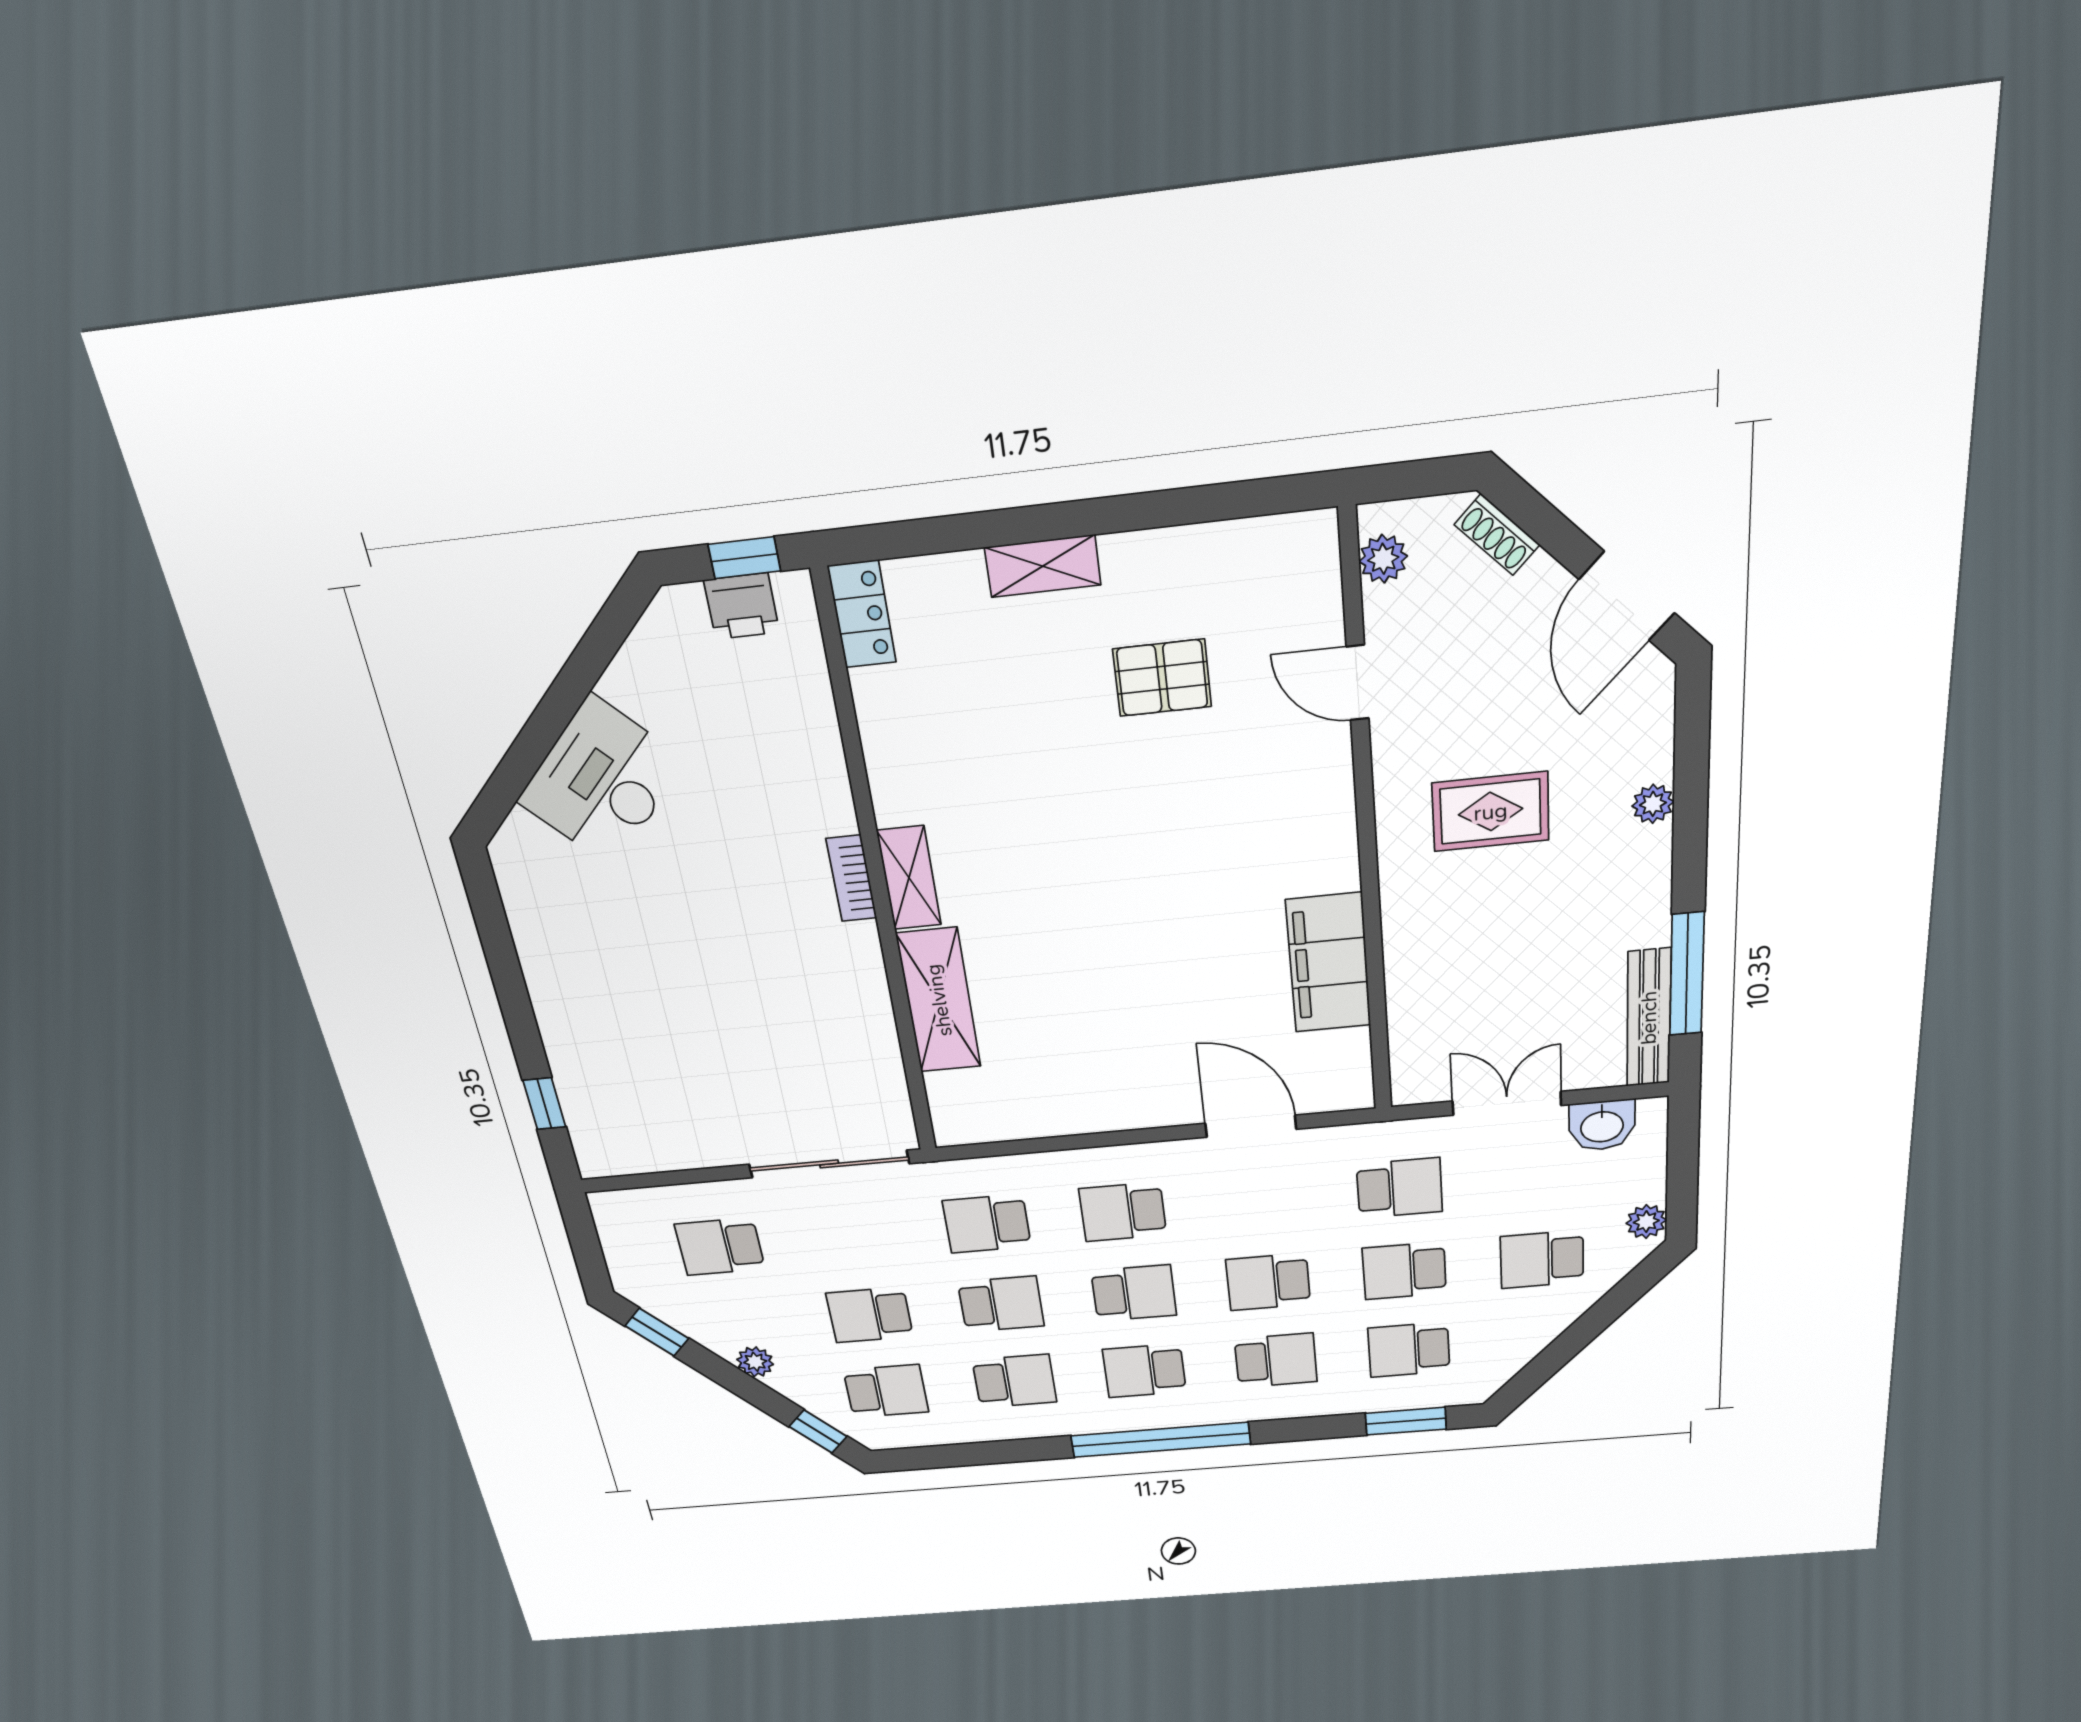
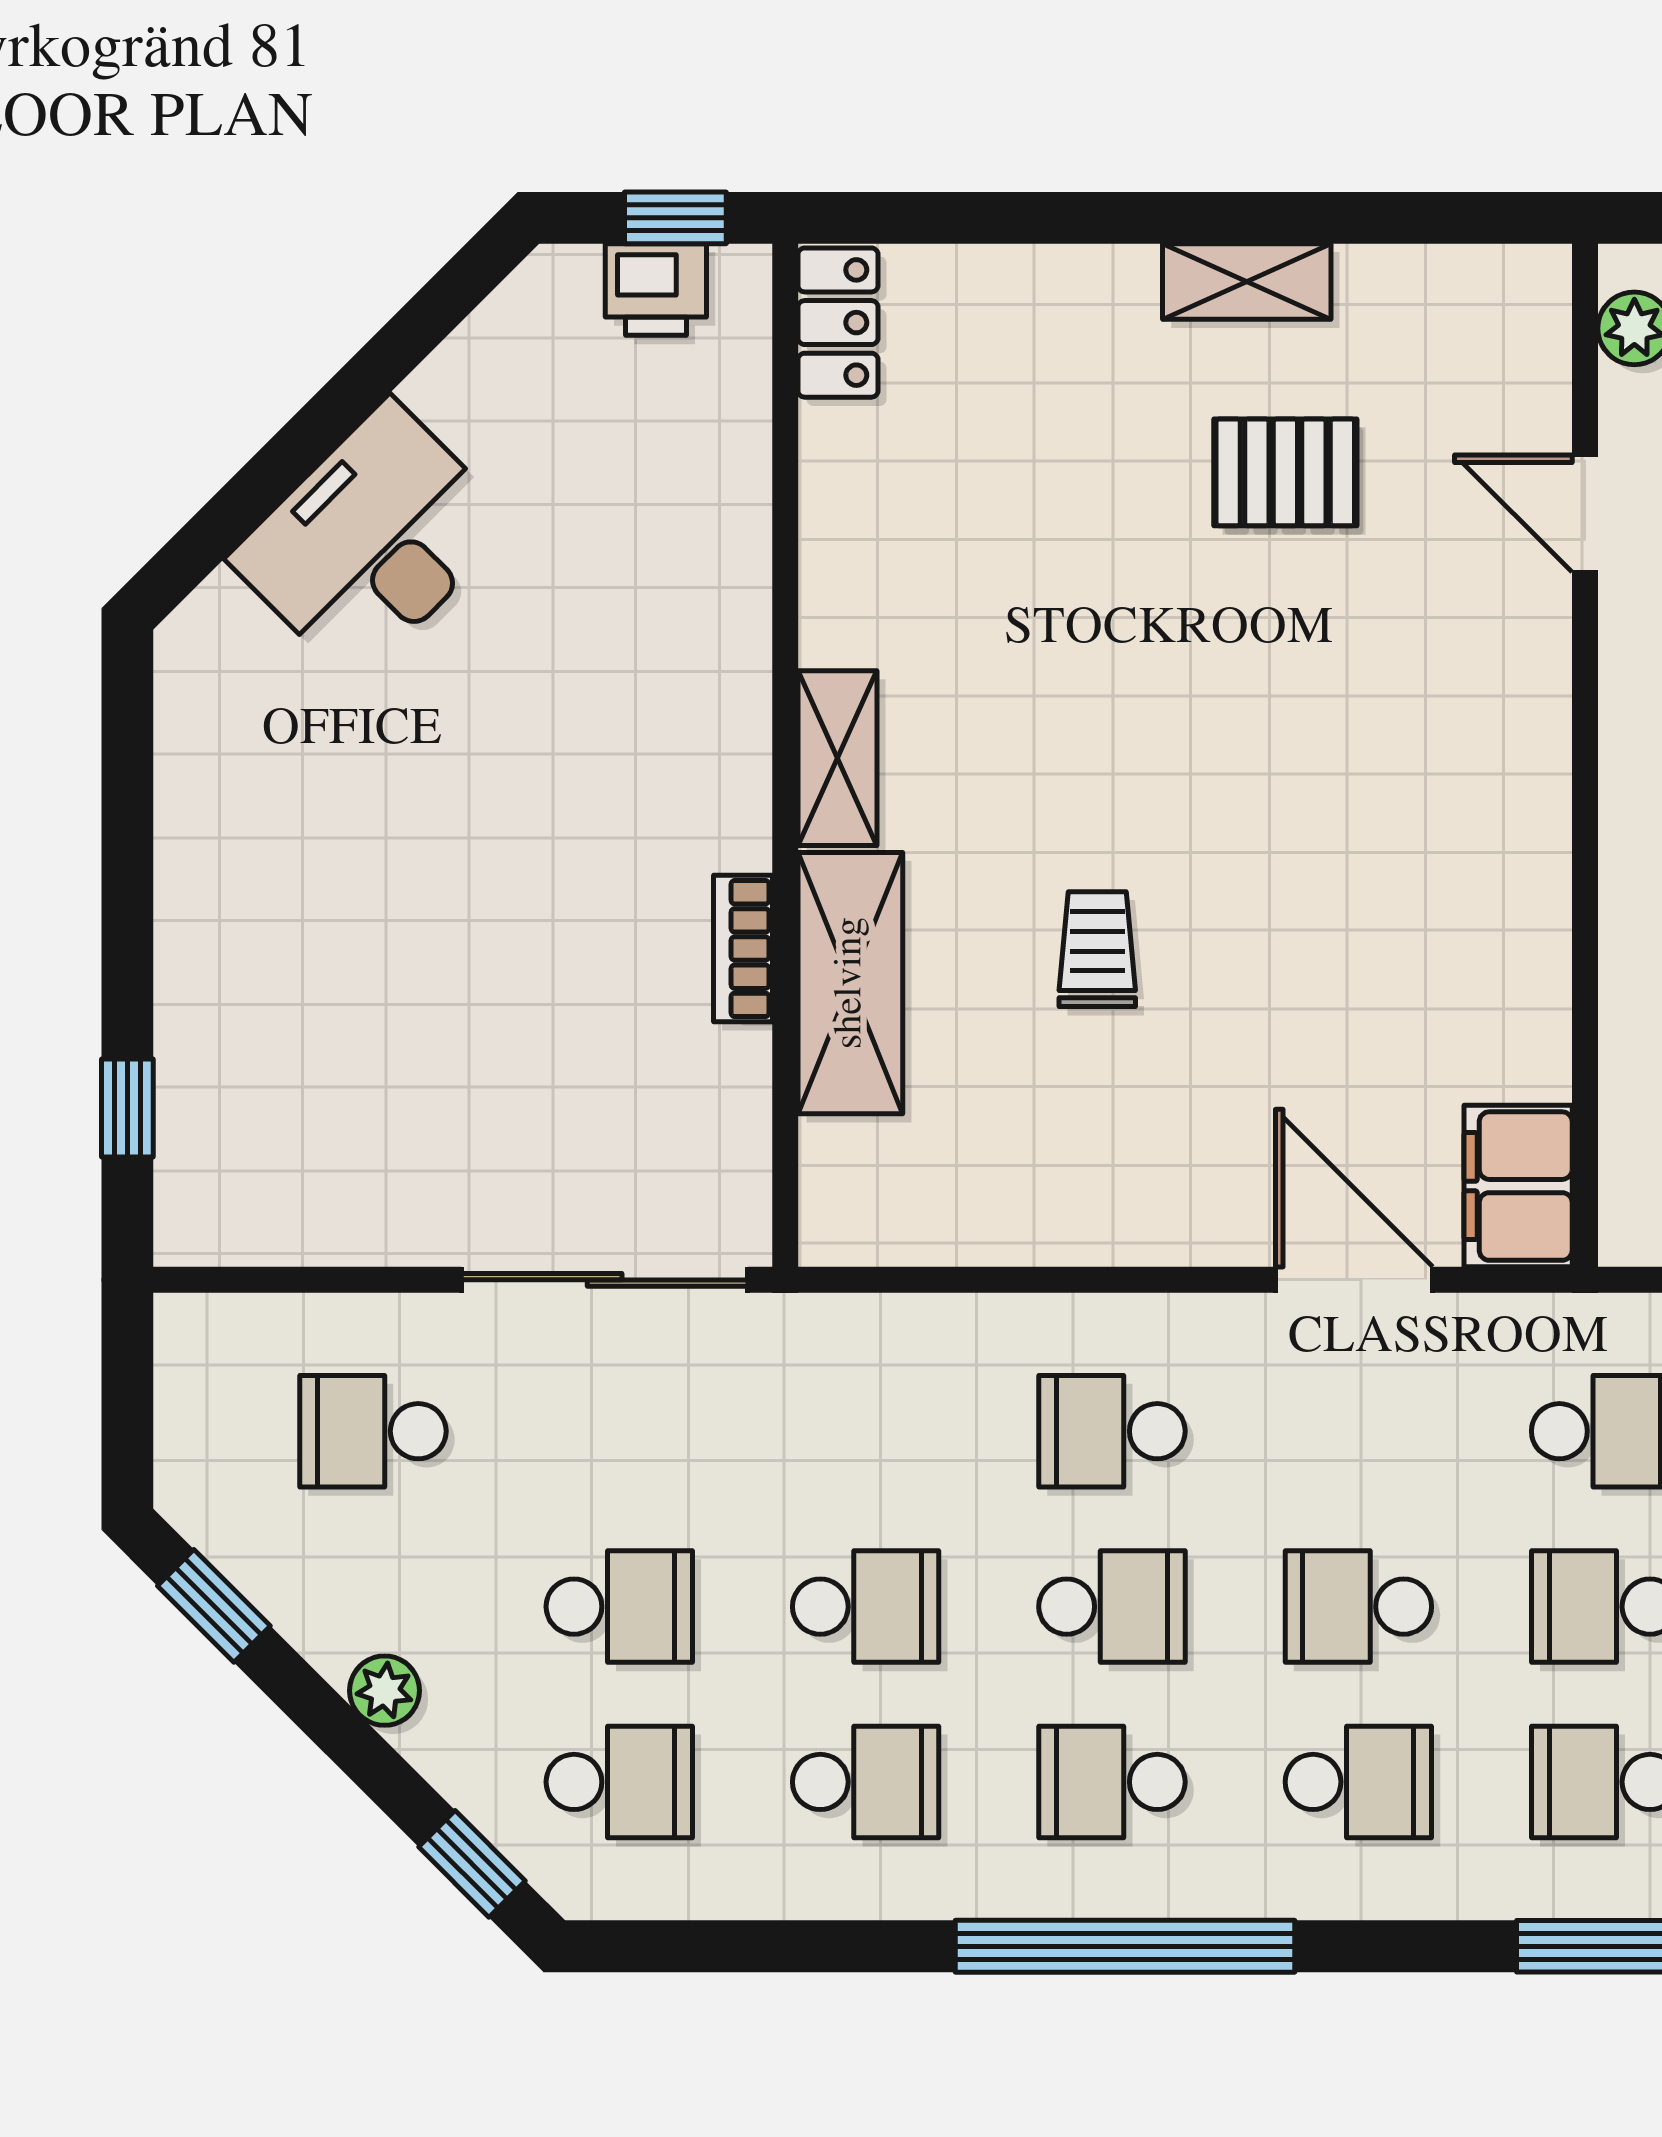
shelving: (1043, 566) -> (1247, 281), moved
bookcase: (851, 878) -> (743, 949), moved
filing cabinet: (1329, 963) -> (1518, 1186), moved, width x0.67, depth x0.86
trolley: (1081, 968) -> (1097, 949), added
school desk: (987, 1224) -> (866, 1431), removed
school desk: (870, 1315) -> (619, 1607), turned 180

